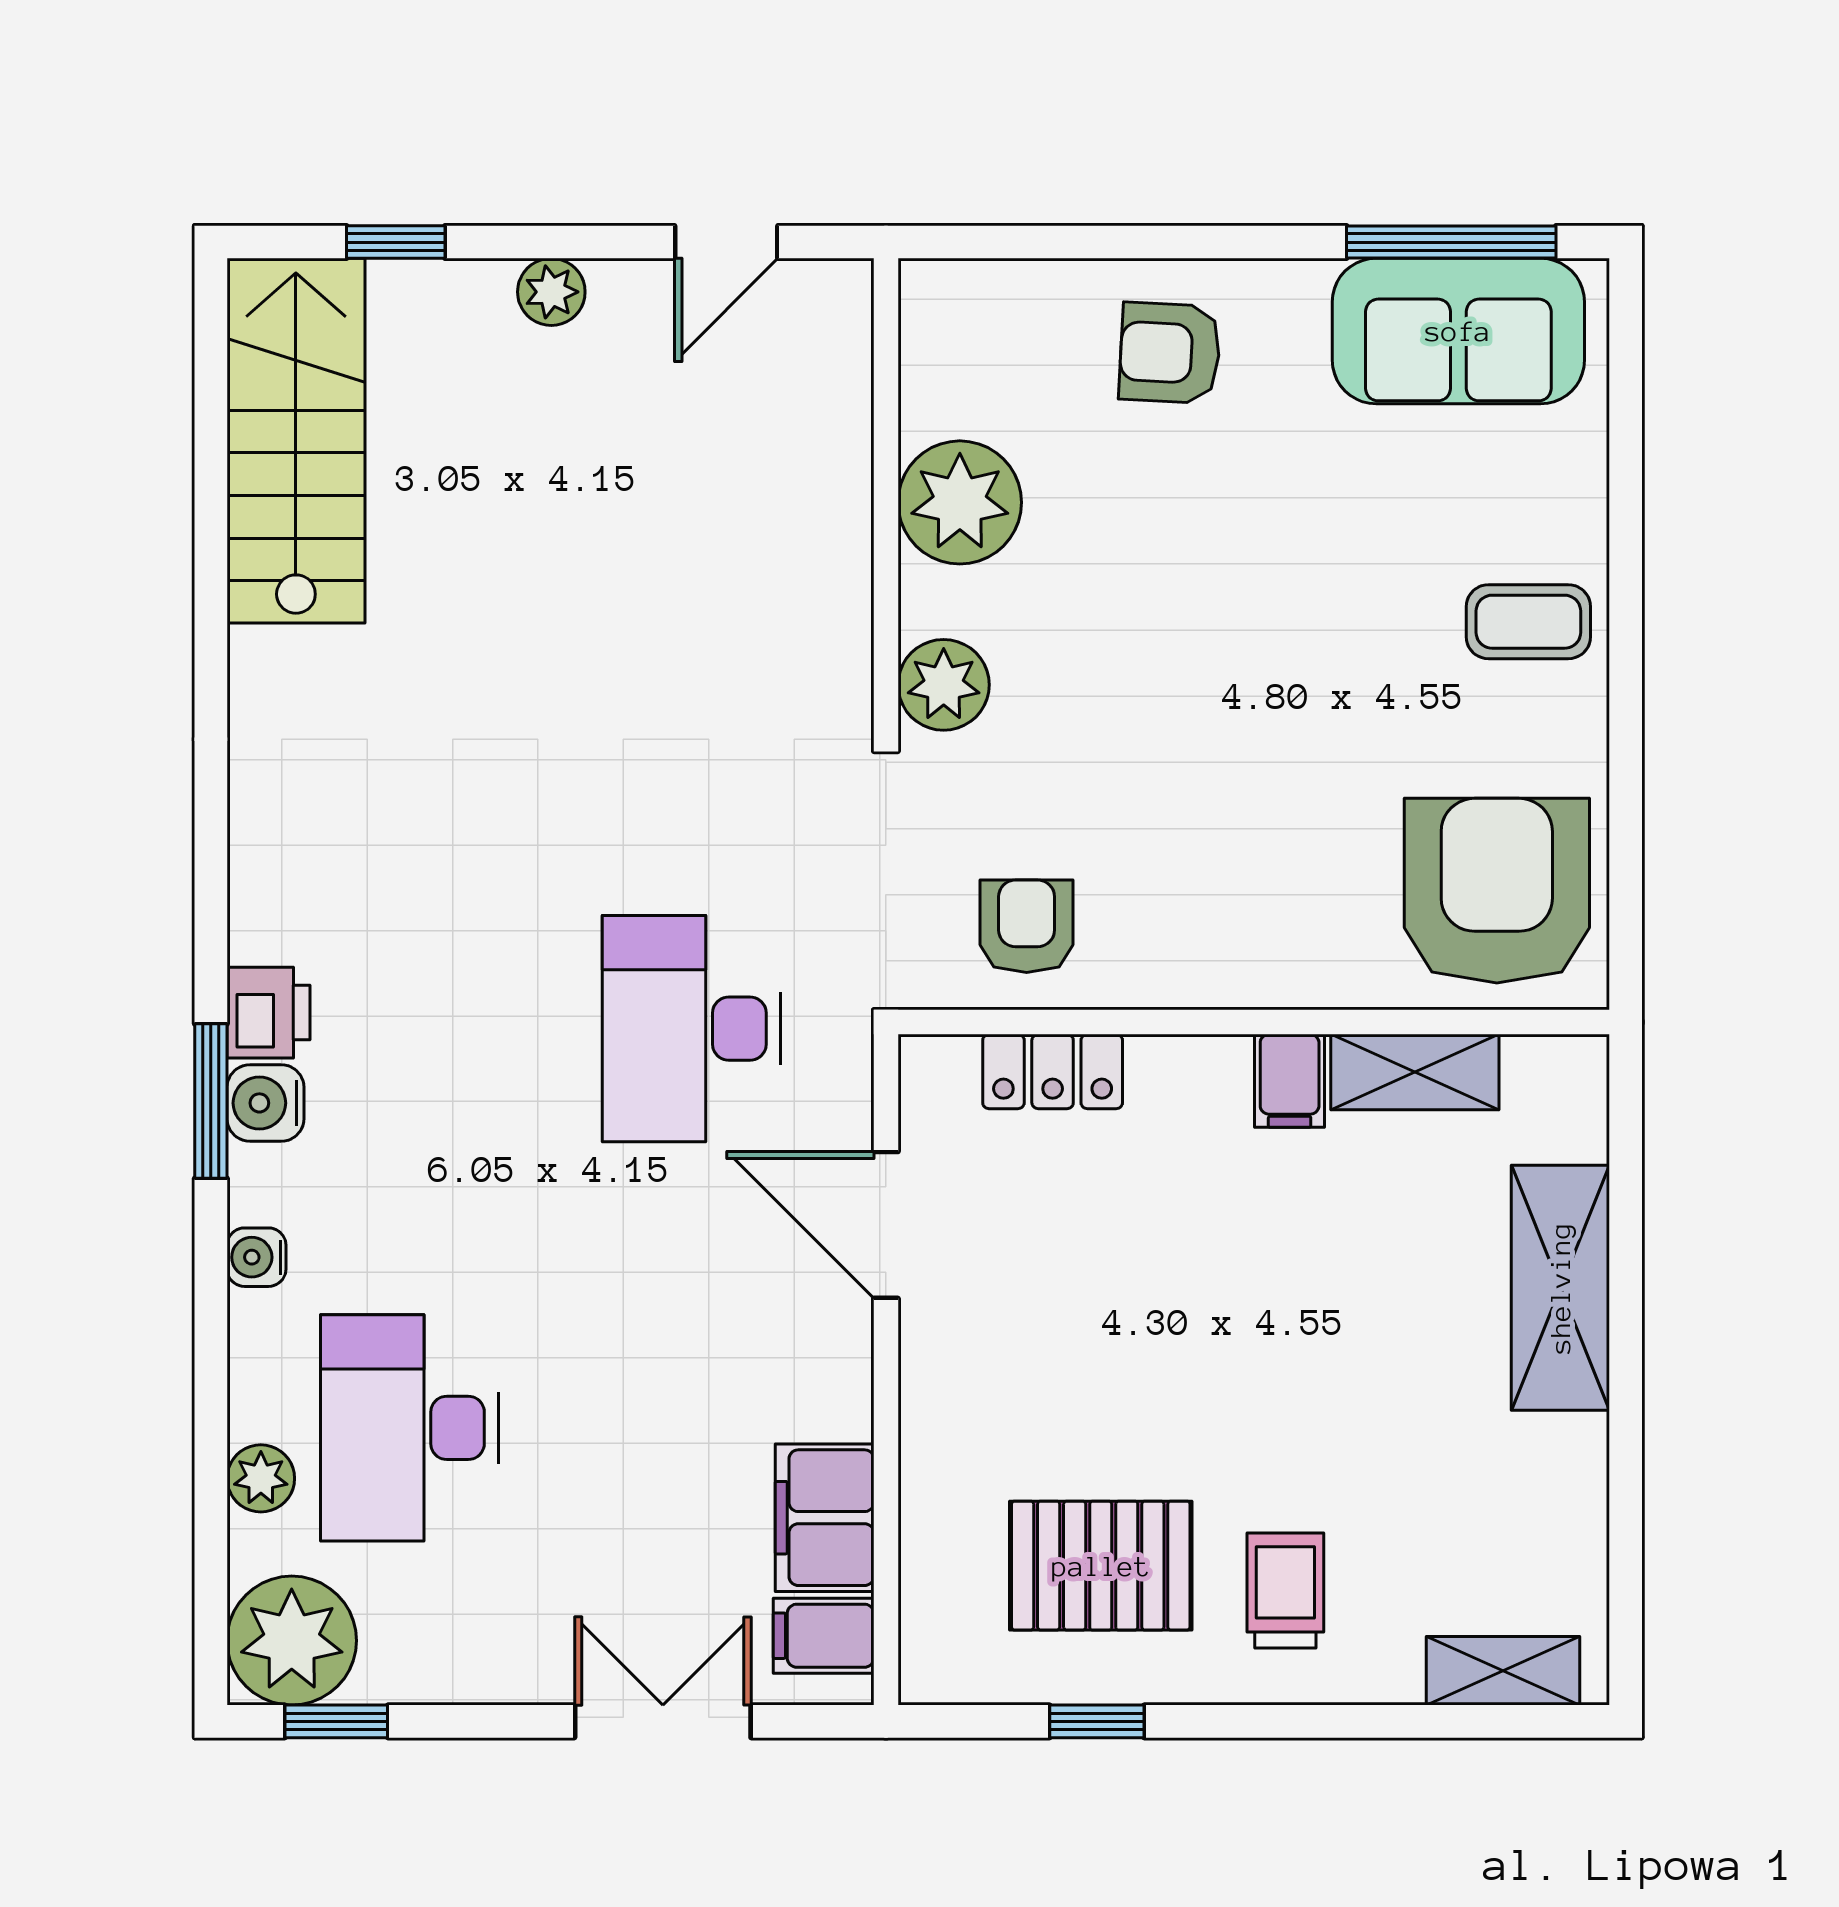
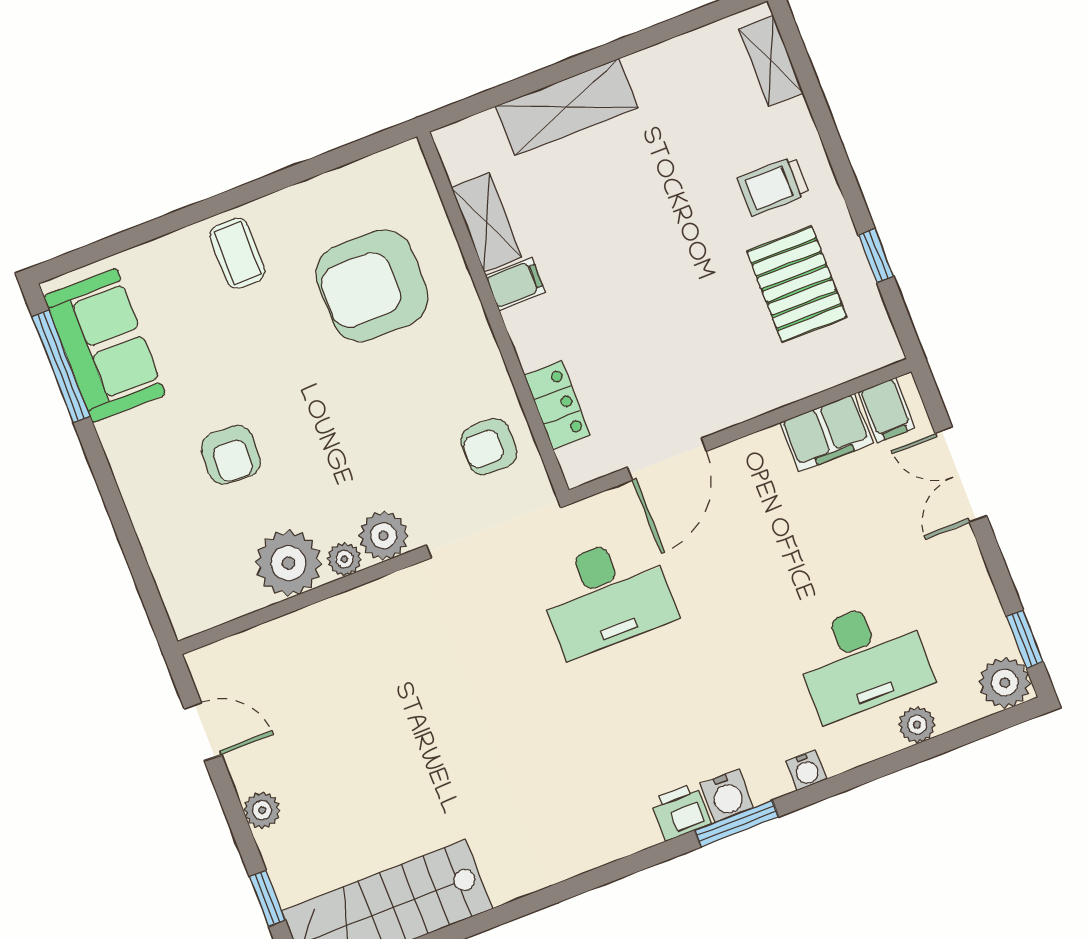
armchair: (1170, 353) -> (231, 455), moved
plant: (929, 602) -> (344, 559), added
armchair: (1497, 891) -> (372, 286), moved
plant: (292, 1641) -> (1005, 683), width x0.73, depth x0.73

